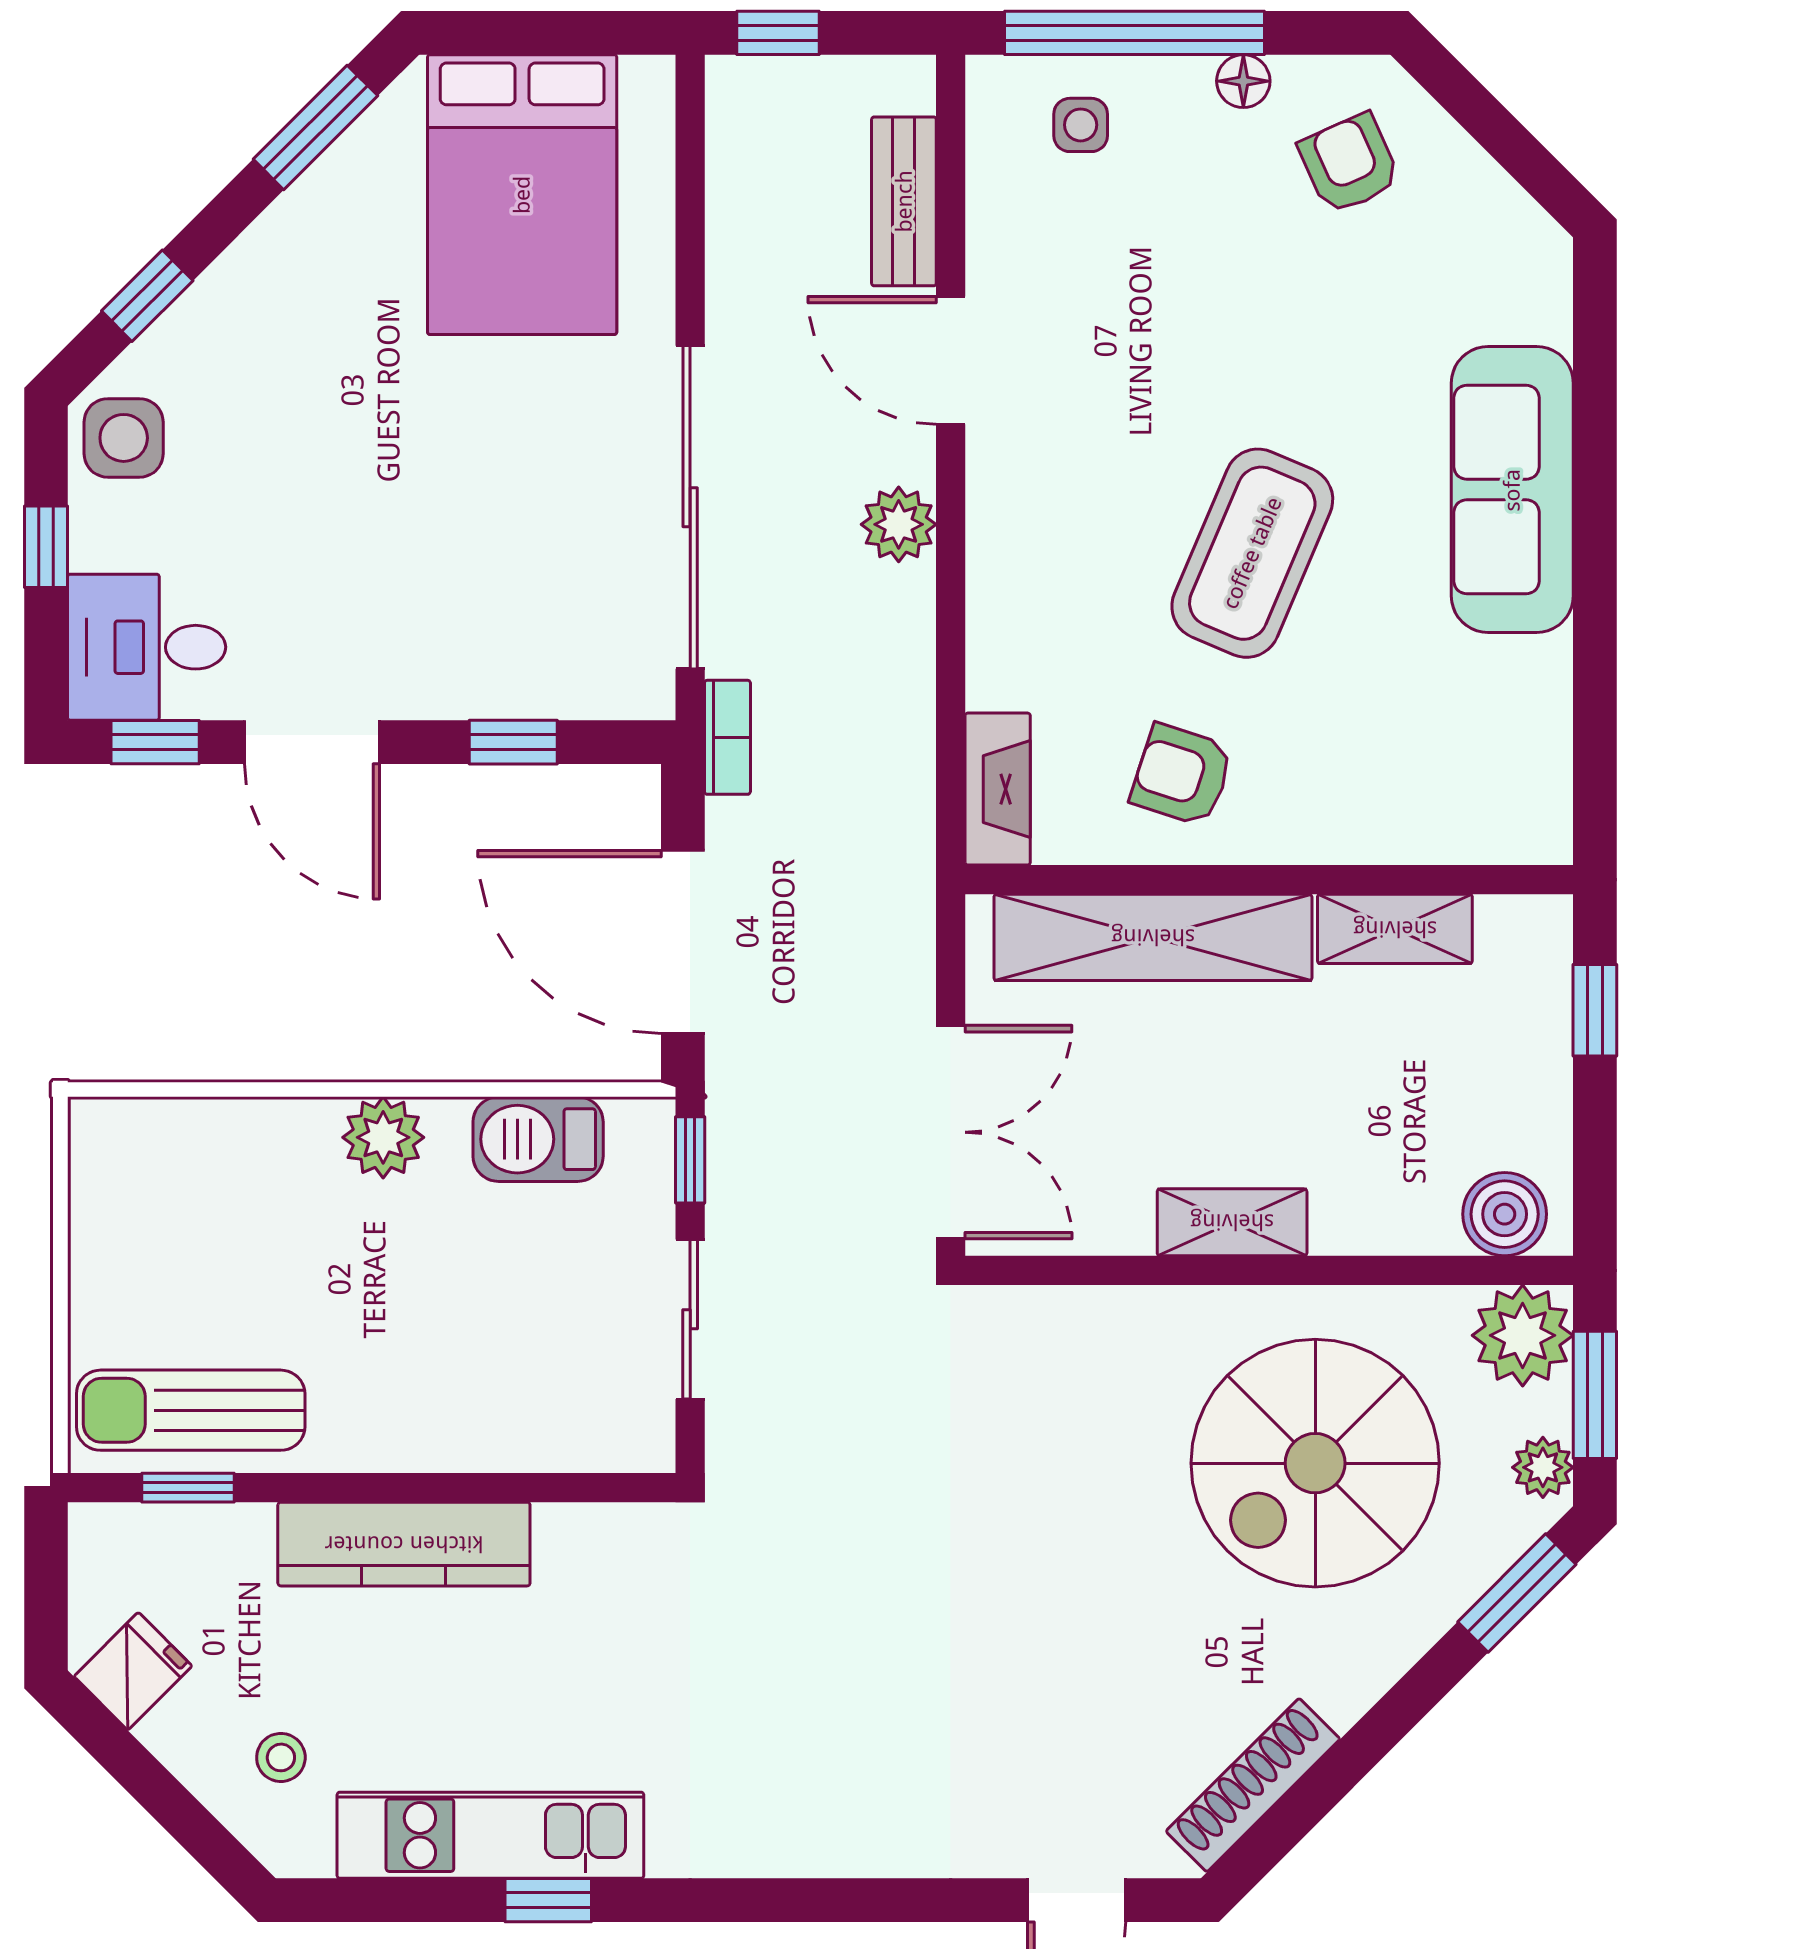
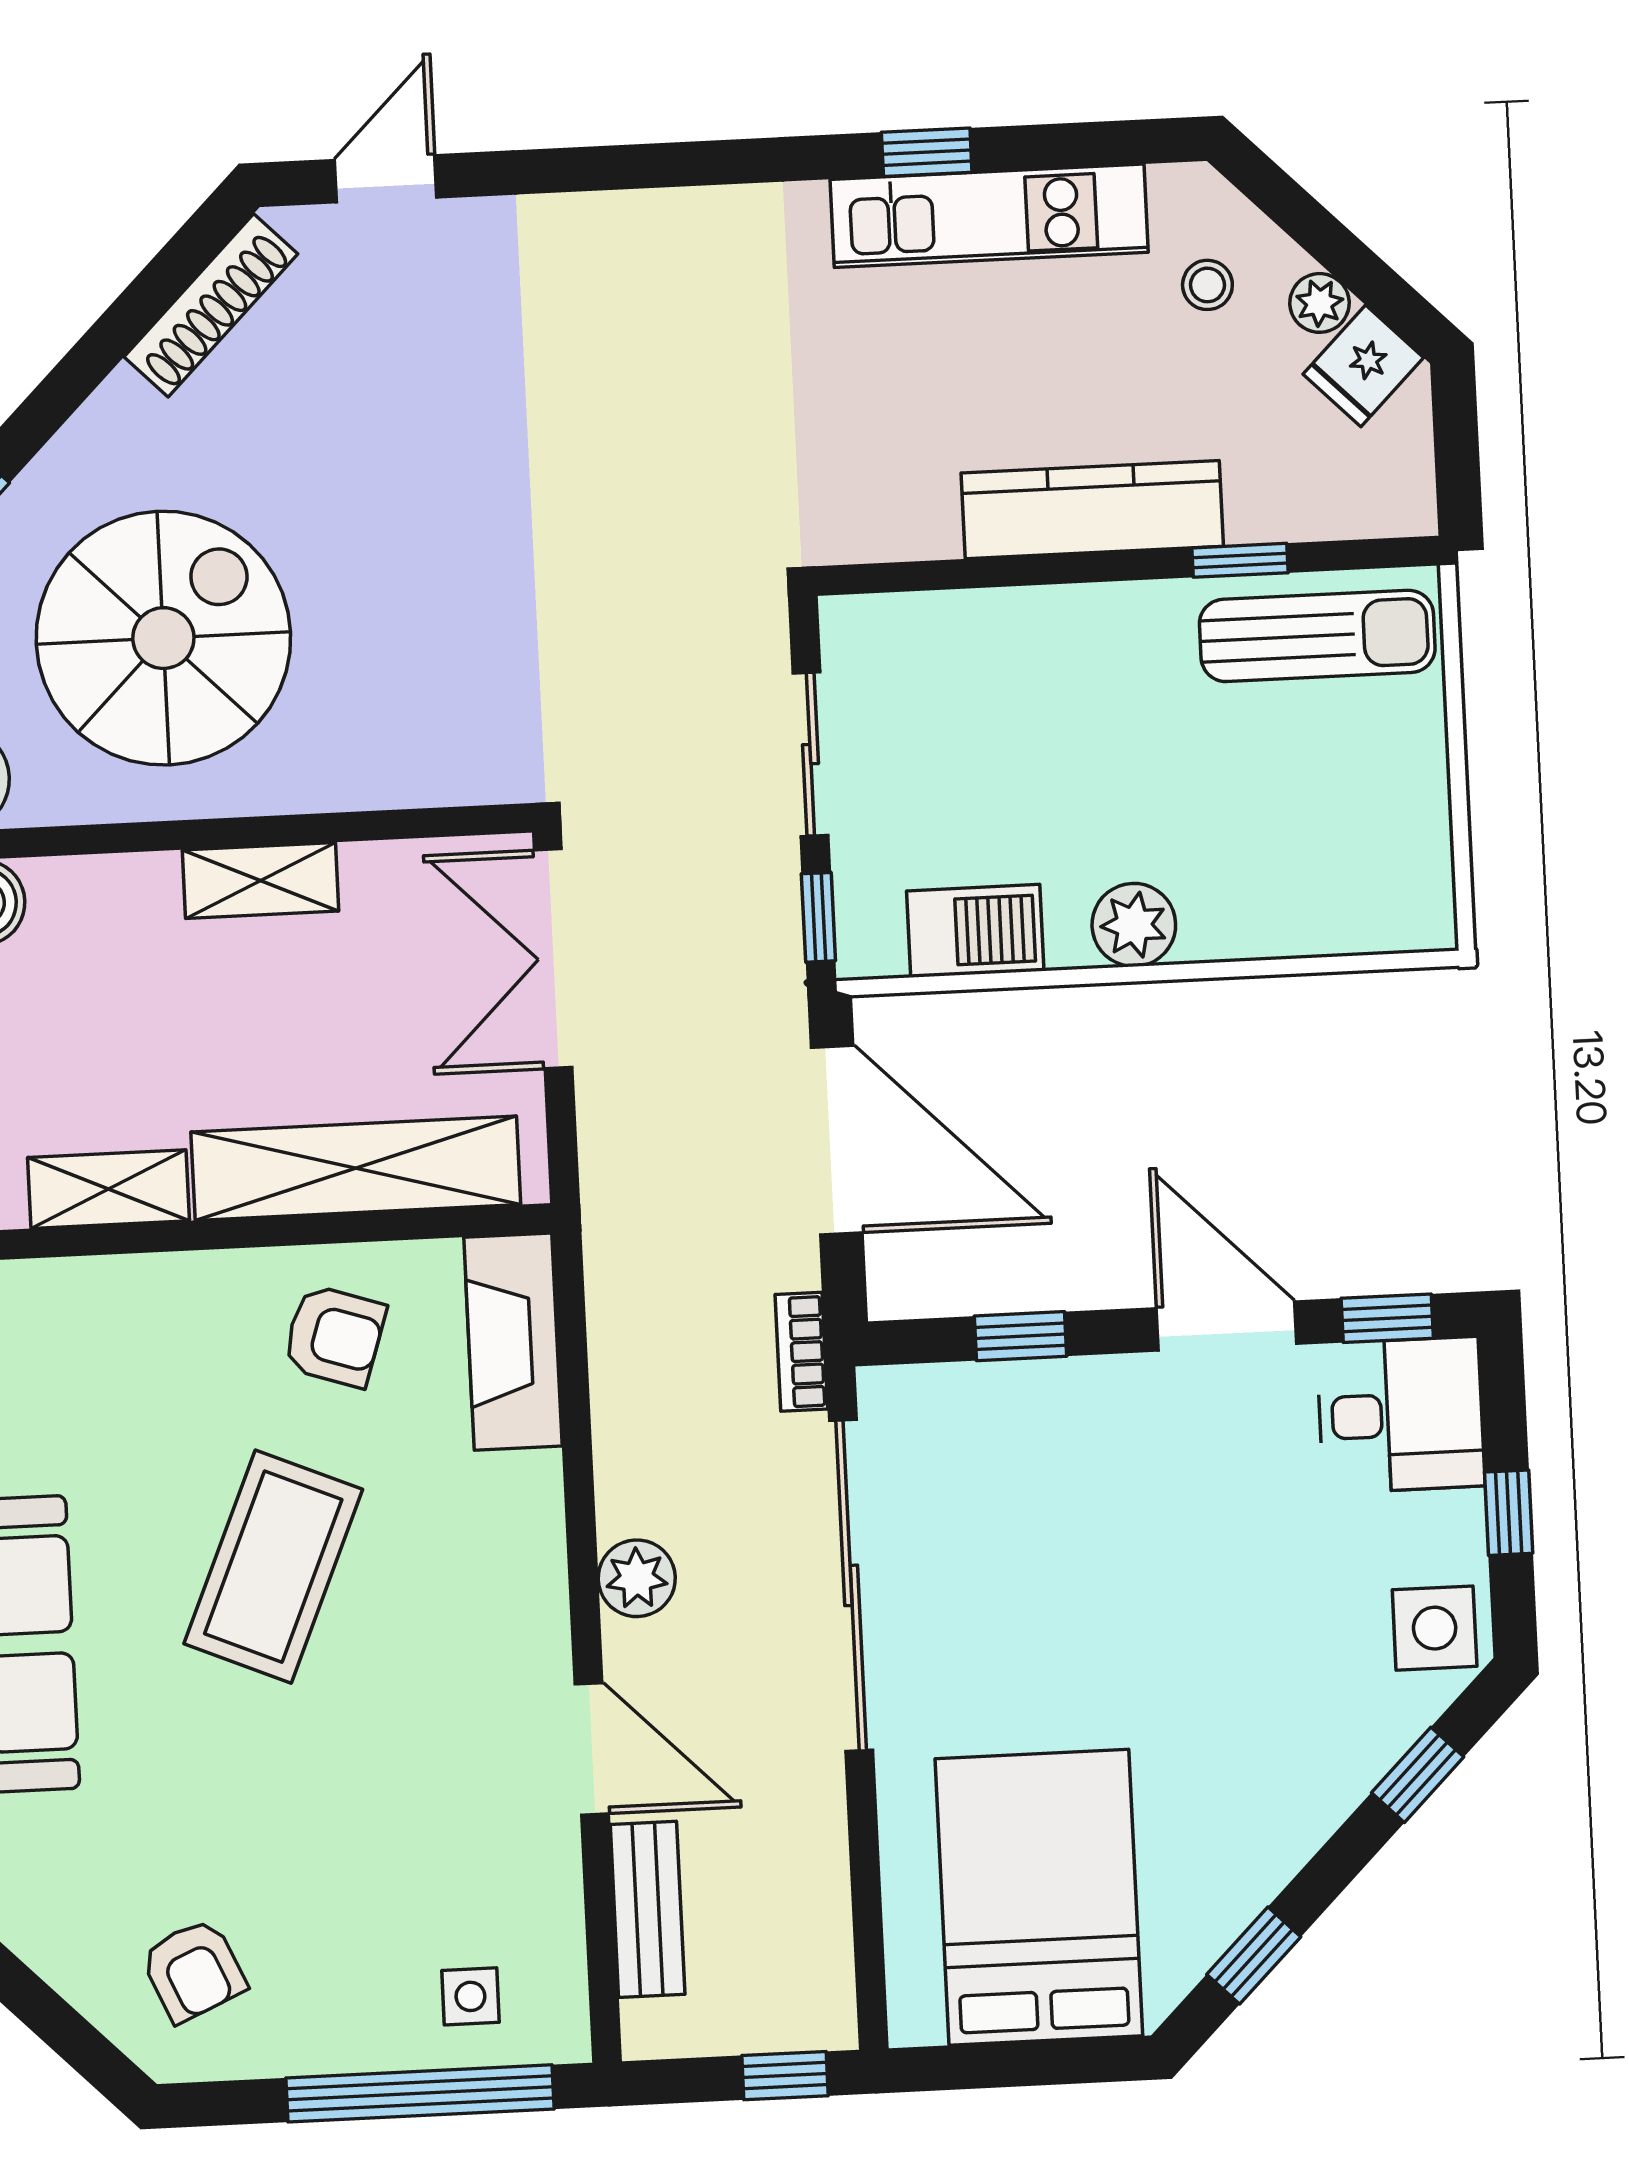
floor lamp: (1243, 81) -> (306, 2050), removed
window: (315, 127) -> (1254, 1956), width x0.67
fireplace: (998, 789) -> (513, 1342), width x1.37, depth x1.32
window: (188, 1488) -> (1240, 560), moved
plant: (173, 1735) -> (1319, 303), added

